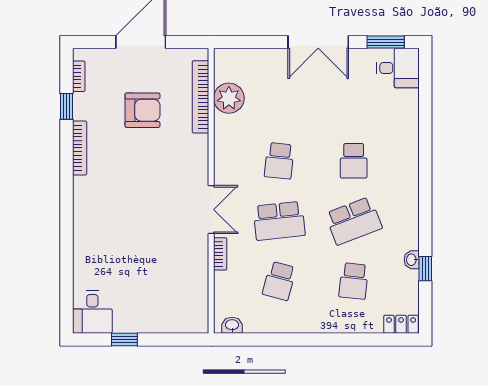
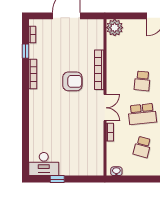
bookcase: (201, 97) -> (99, 70), moved
plant: (229, 98) -> (115, 28), moved
armchair: (142, 110) -> (72, 81), moved
desk: (92, 312) -> (44, 164), width x1.37

